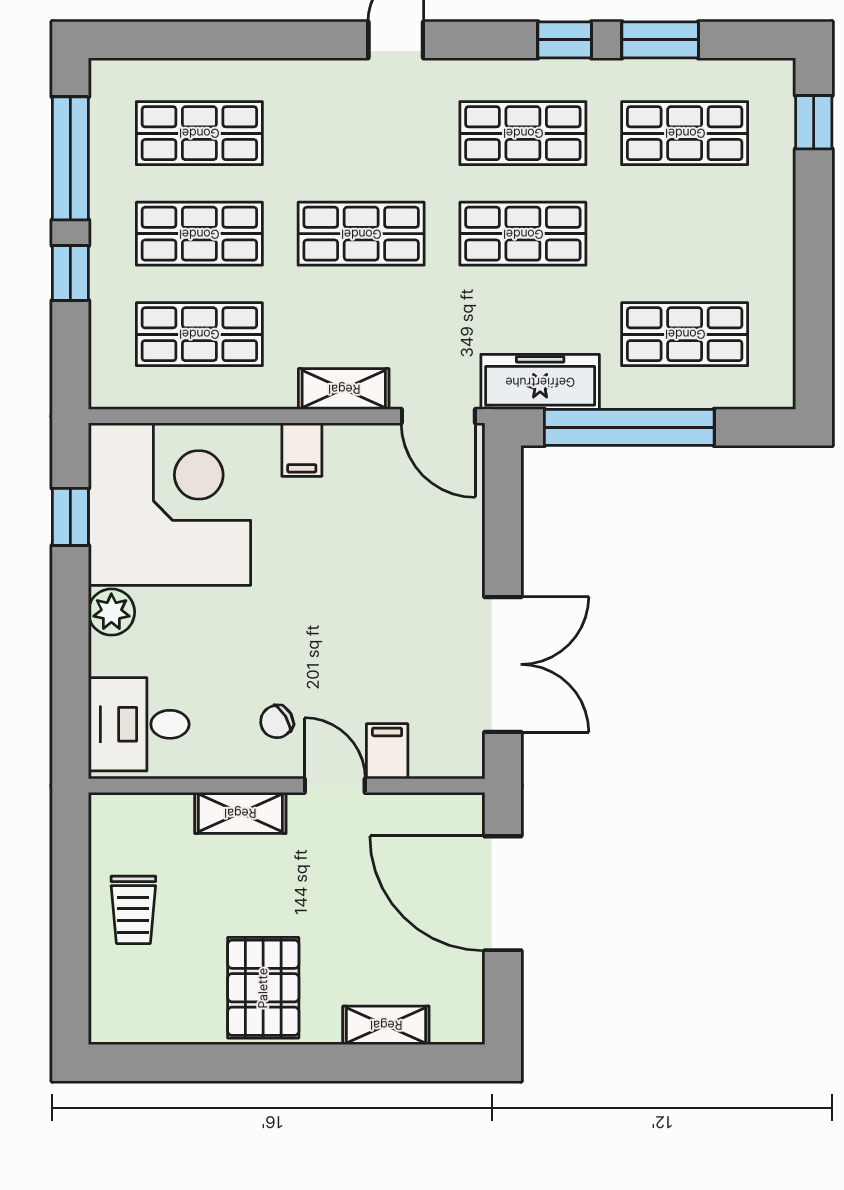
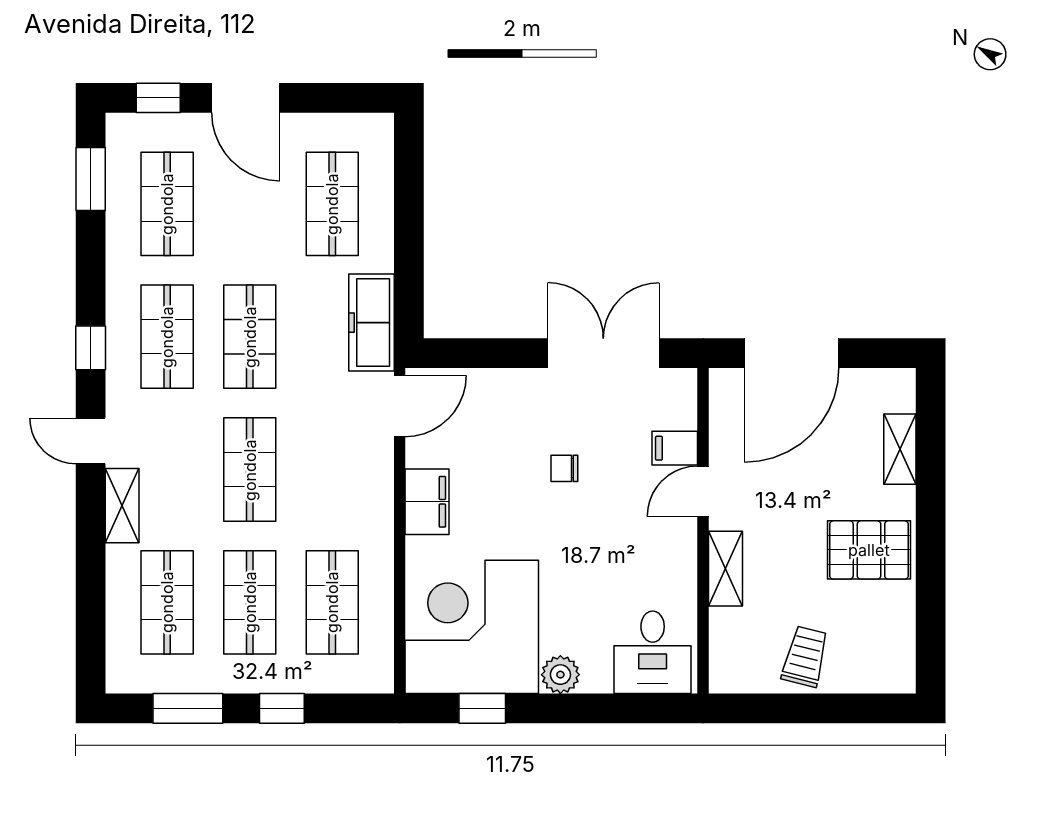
window: (565, 40) -> (91, 348), moved
window: (660, 40) -> (91, 179), moved
window: (70, 158) -> (188, 708), width x0.69
door: (814, 229) -> (246, 98), added
shelving: (344, 389) -> (122, 506), moved
window: (629, 427) -> (409, 249), removed
filing cabinet: (302, 450) -> (427, 502), width x2.00
chair: (277, 722) -> (564, 468), moved, turned 121
trolley: (133, 910) -> (805, 657), turned -76

